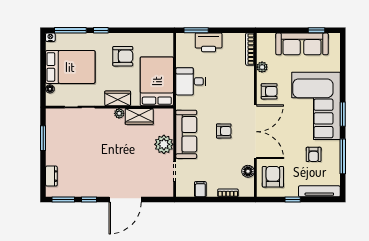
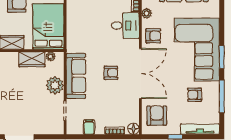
desk: (191, 81) -> (125, 26), moved, turned 180
plant: (119, 113) -> (51, 56), moved
armchair: (314, 154) -> (195, 95), turned 90
floor lamp: (248, 171) -> (133, 129), moved

